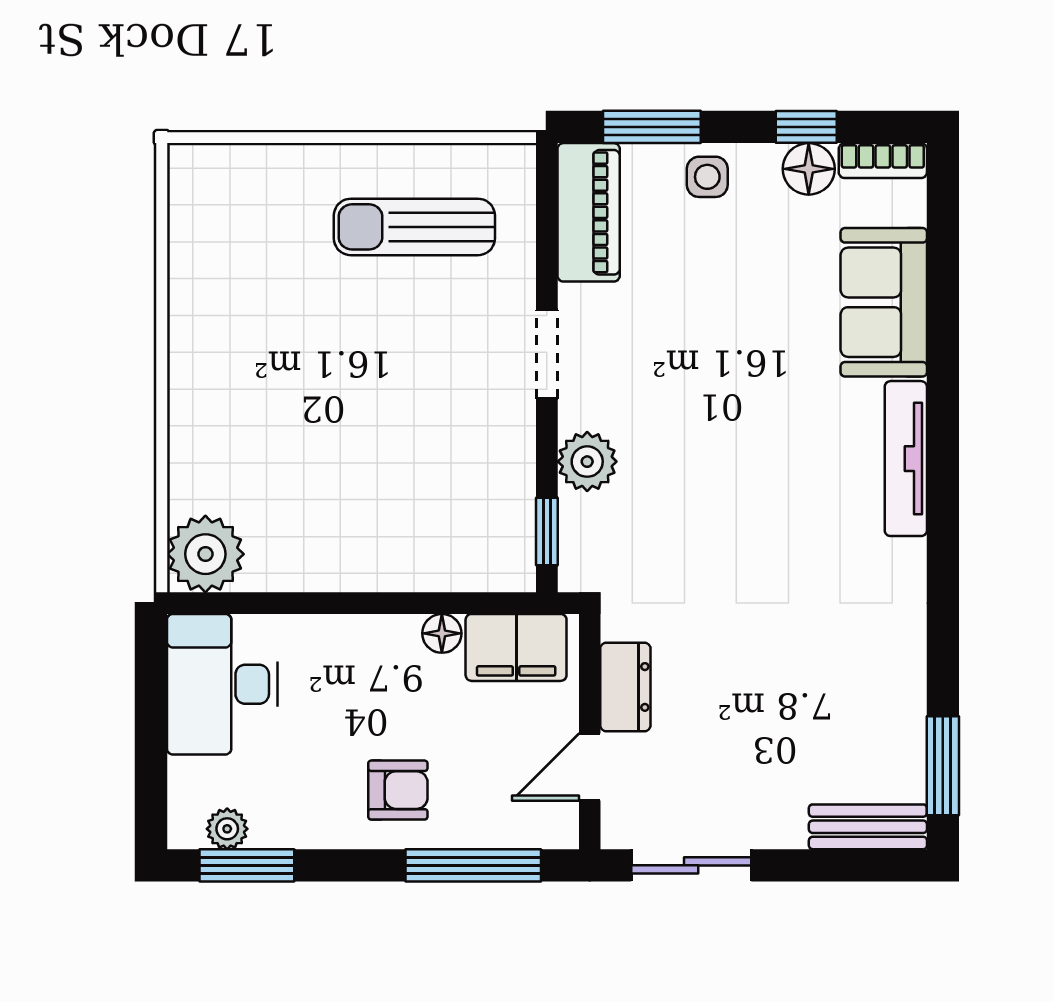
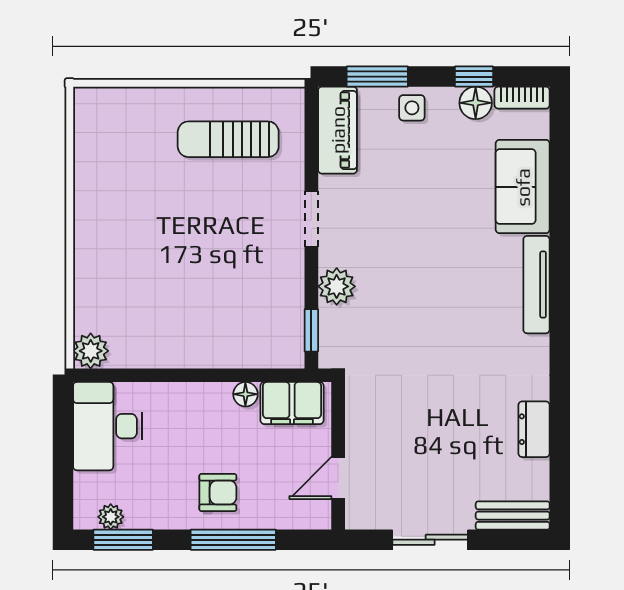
plant: (205, 554) -> (91, 351), width x0.73, depth x0.73
dresser: (625, 687) -> (534, 429), moved, turned 180
window: (943, 766) -> (560, 477), removed
window: (473, 865) -> (233, 540), moved
sliding door: (691, 865) -> (430, 540), moved

